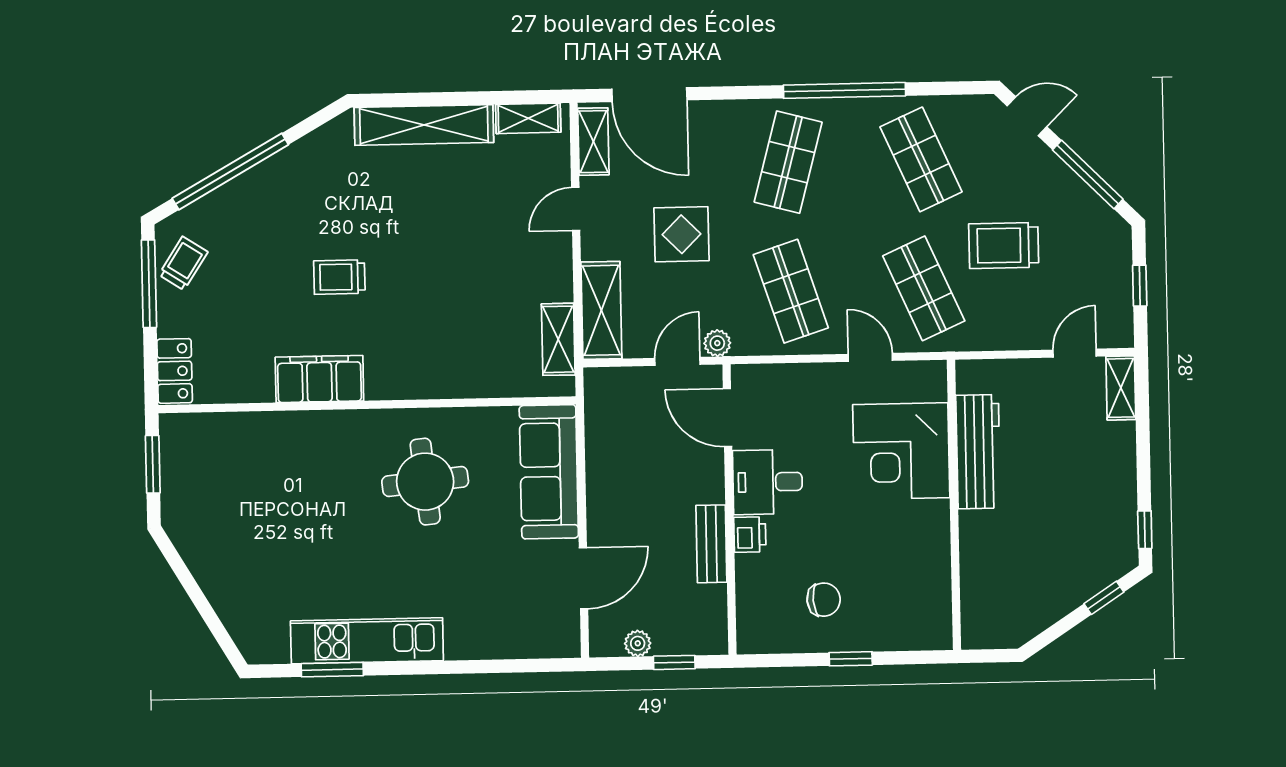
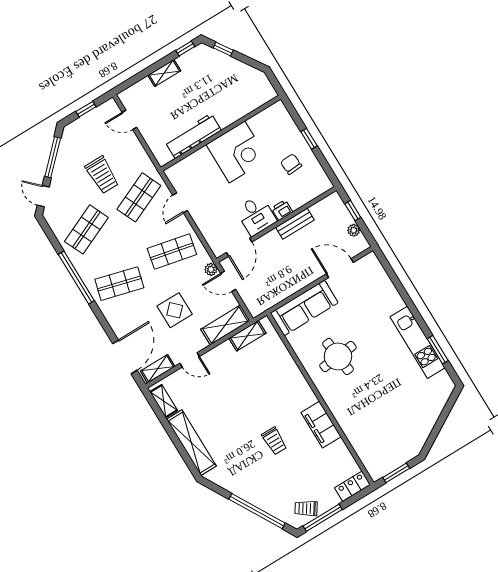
shop shelf: (791, 291) -> (172, 252), turned 30
shelving: (1121, 388) -> (164, 73), moved
corner desk: (901, 451) -> (237, 152), moved

